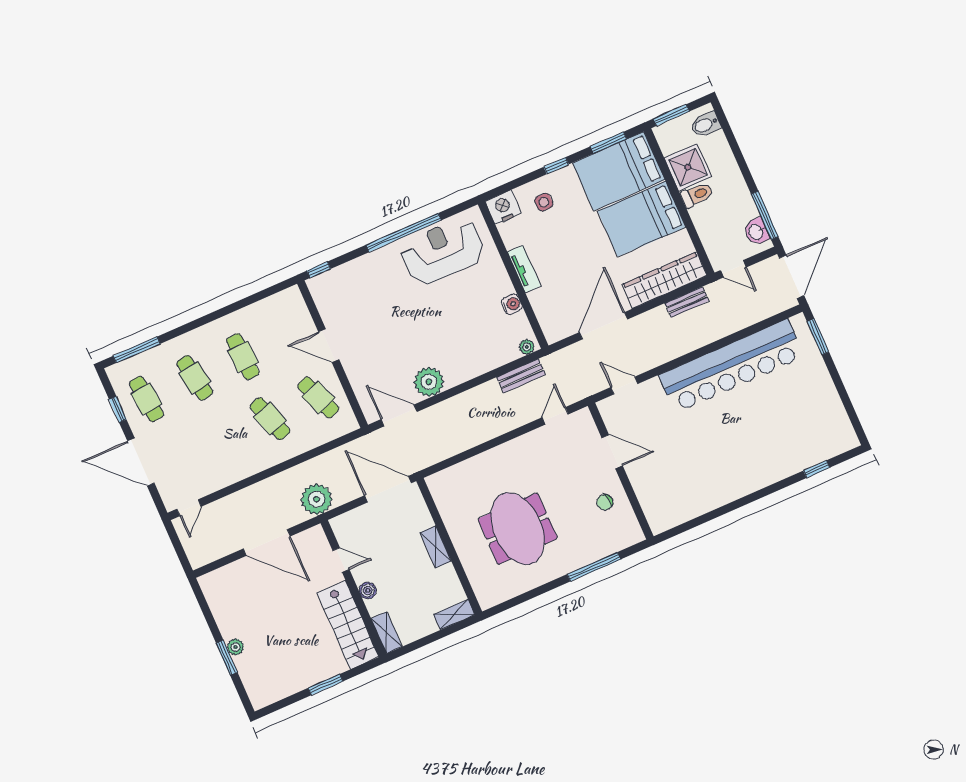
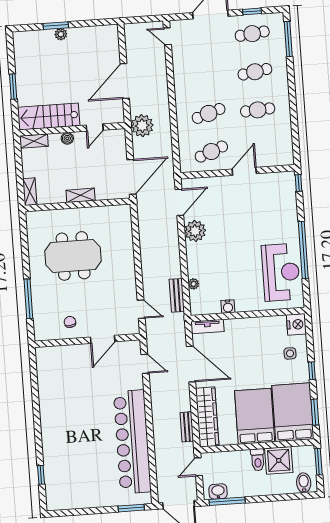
tv unit: (524, 269) -> (207, 327), moved
plant: (527, 347) -> (194, 284), moved
door: (624, 386) -> (145, 364), hinge flipped

